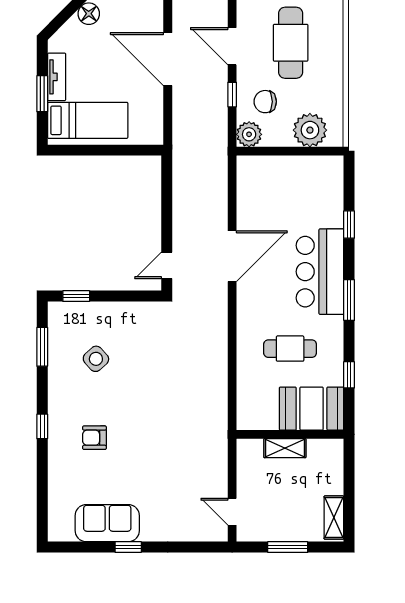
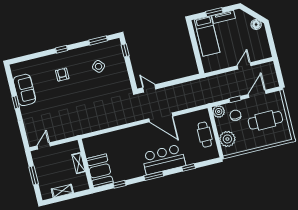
door: (168, 59) -> (244, 66), width x0.53
cafe table: (290, 349) -> (205, 135), moved
shelving: (334, 518) -> (62, 191), moved

